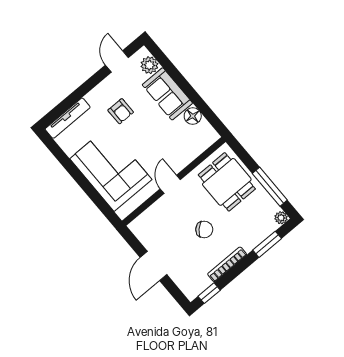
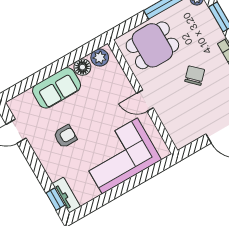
plant: (149, 65) -> (100, 58), moved
window: (56, 112) -> (55, 199), added
tv unit: (68, 118) -> (66, 195), width x0.71

